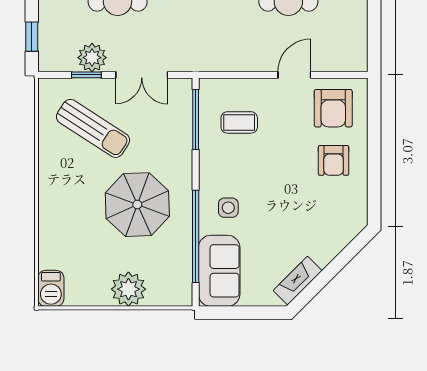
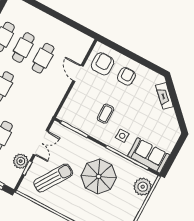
armchair: (333, 108) -> (103, 64), turned -90
coffee table: (239, 122) -> (105, 114), moved
armchair: (334, 160) -> (126, 76), turned -90
fireplace: (298, 281) -> (164, 96), moved
plant: (128, 289) -> (143, 187), moved

